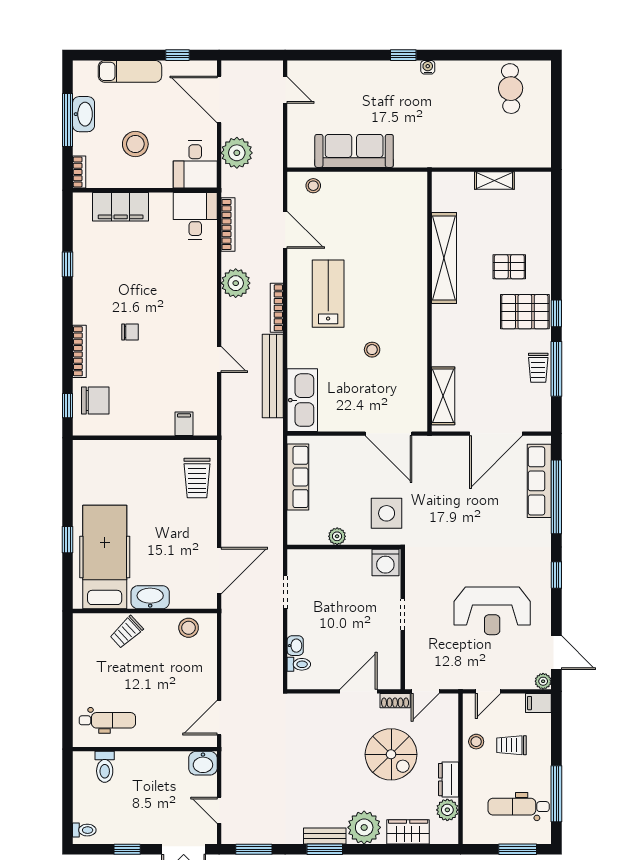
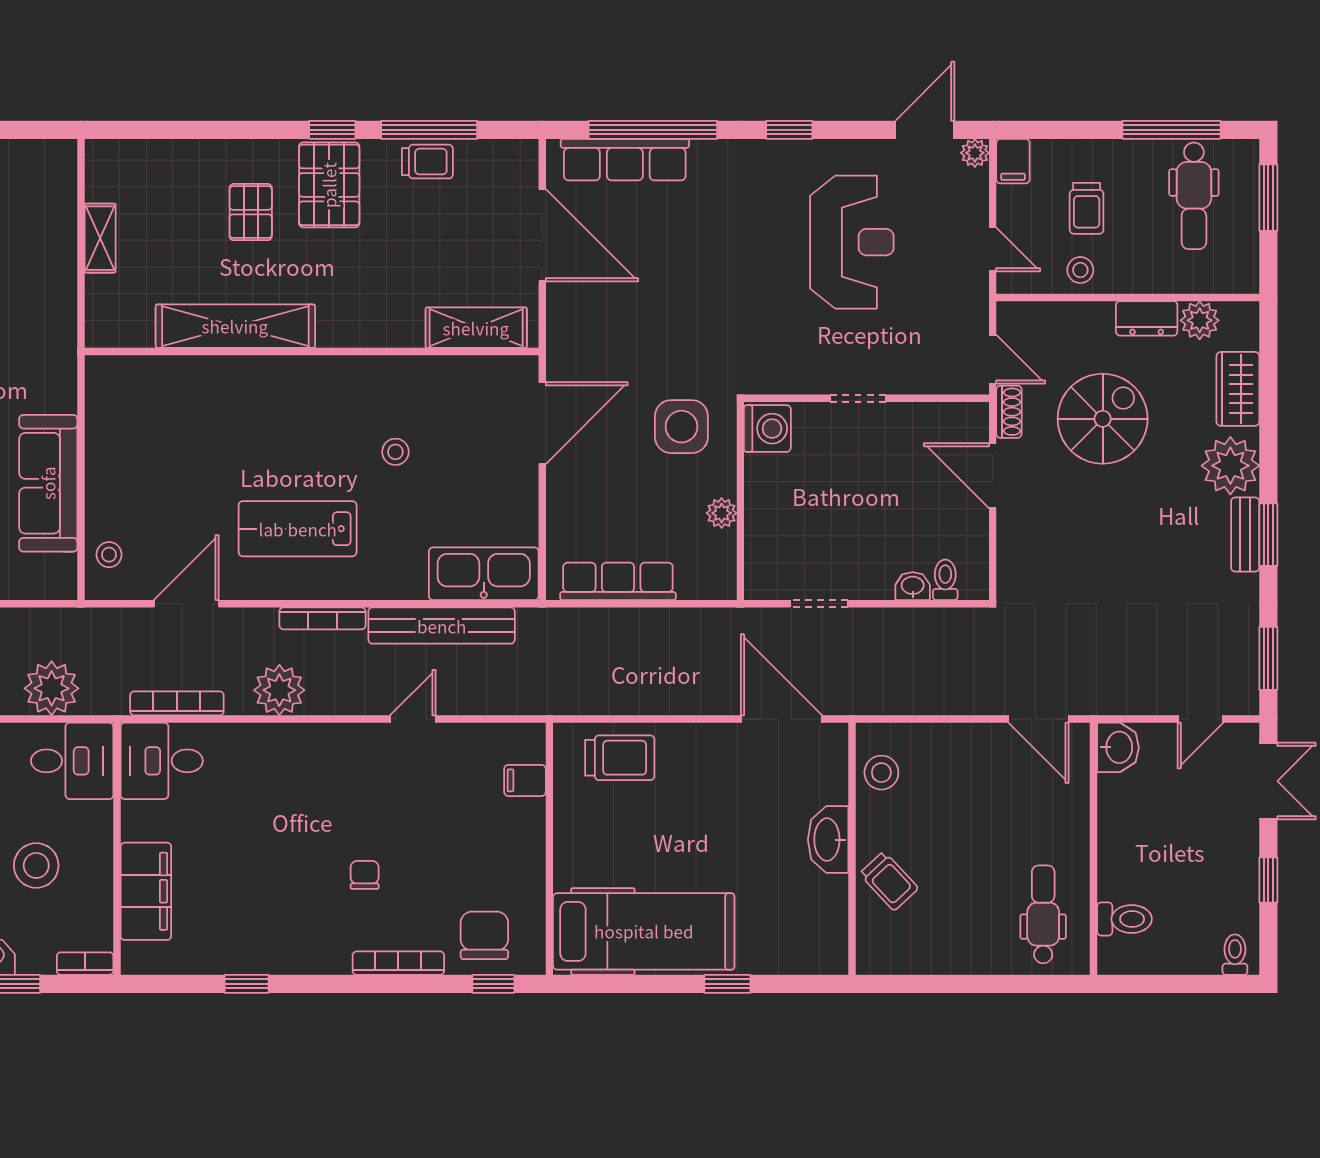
hospital bed: (105, 557) -> (644, 931), moved, turned 180

